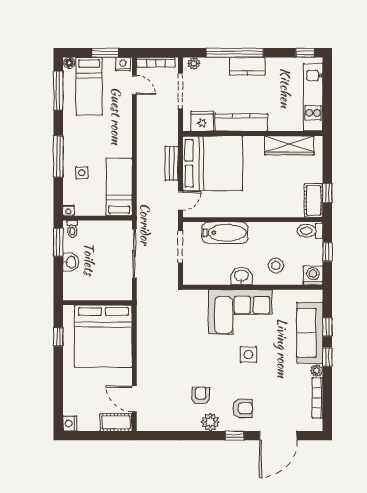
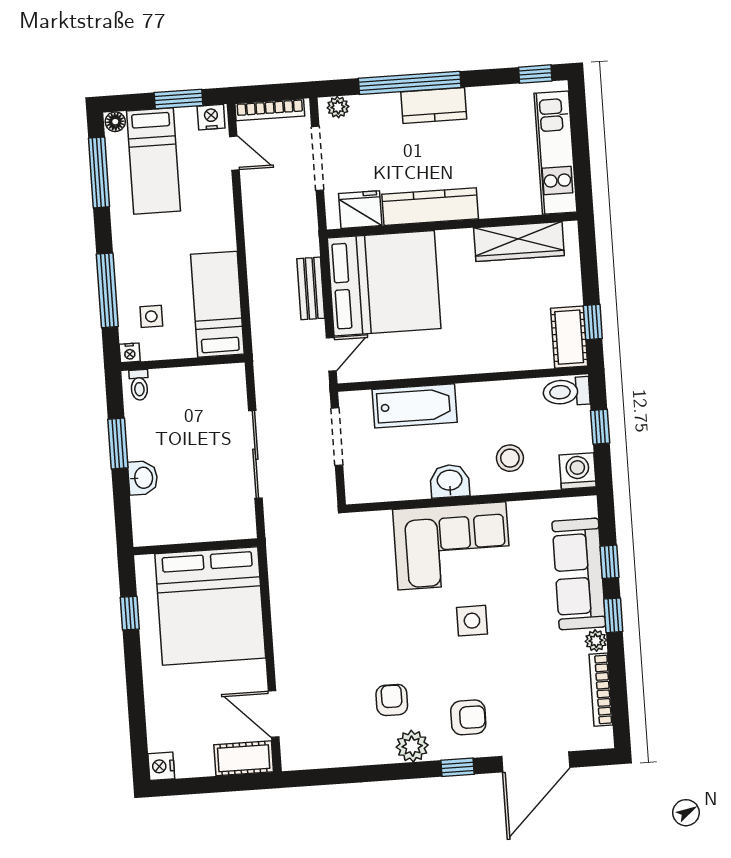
bed: (119, 187) -> (217, 304), moved
nightstand: (68, 211) -> (130, 353), moved
wall: (97, 218) -> (183, 363), moved
toilet: (72, 229) -> (139, 385), moved

